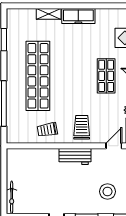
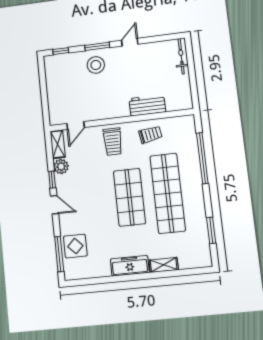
shop shelf: (106, 76) -> (129, 197), moved, width x1.43, depth x1.36
workbench: (75, 156) -> (147, 105), moved
stool: (107, 192) -> (96, 65), moved

